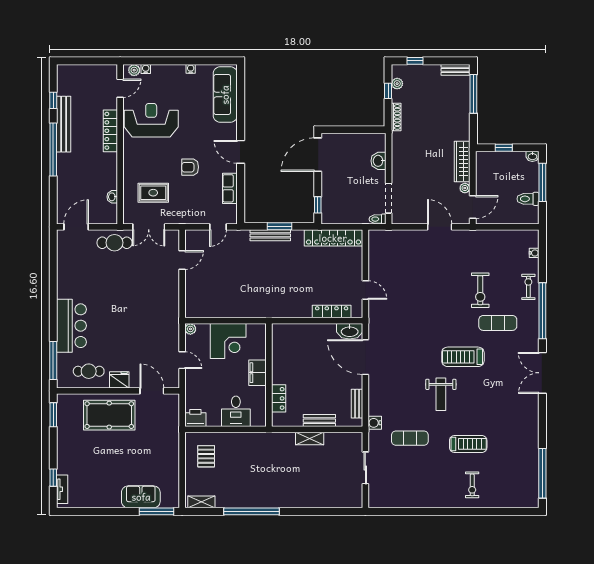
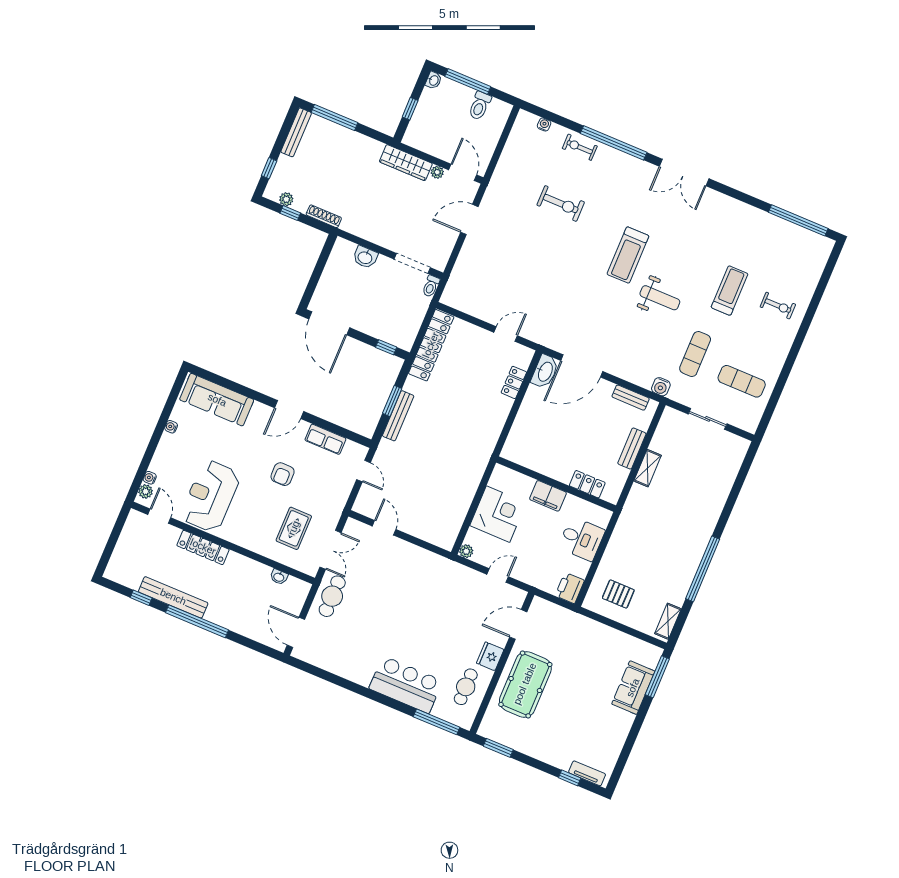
bench: (456, 70) -> (296, 132), width x1.36
locker: (332, 311) -> (514, 382), width x0.66
exercise mat: (498, 323) -> (742, 381), moved, turned 90

